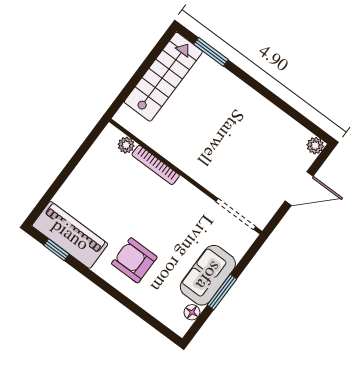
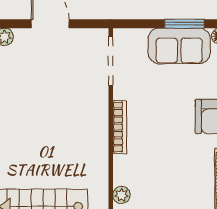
bookcase: (156, 165) -> (120, 127), moved

